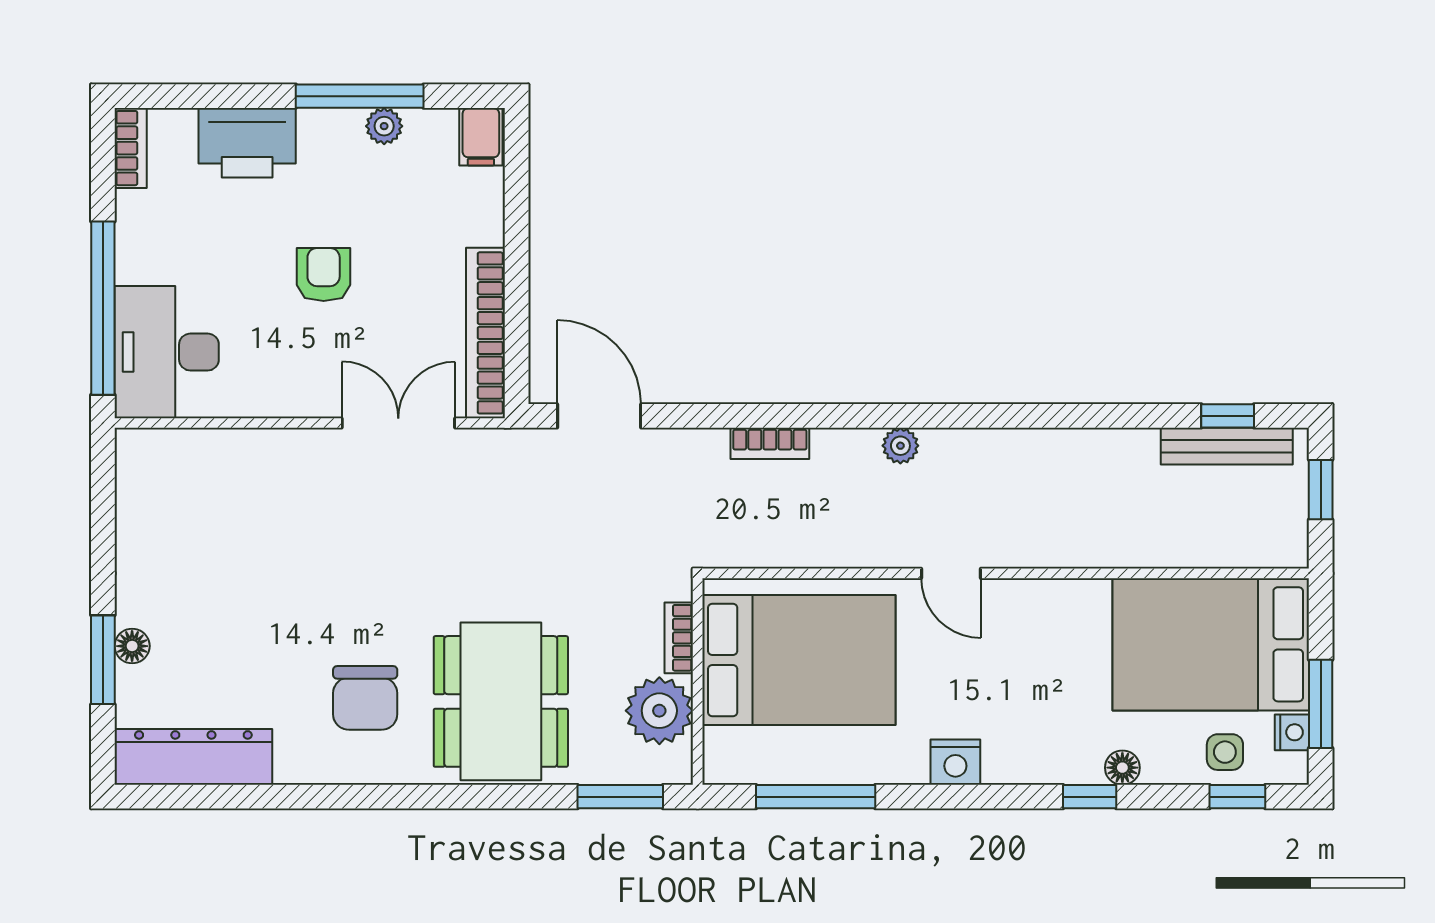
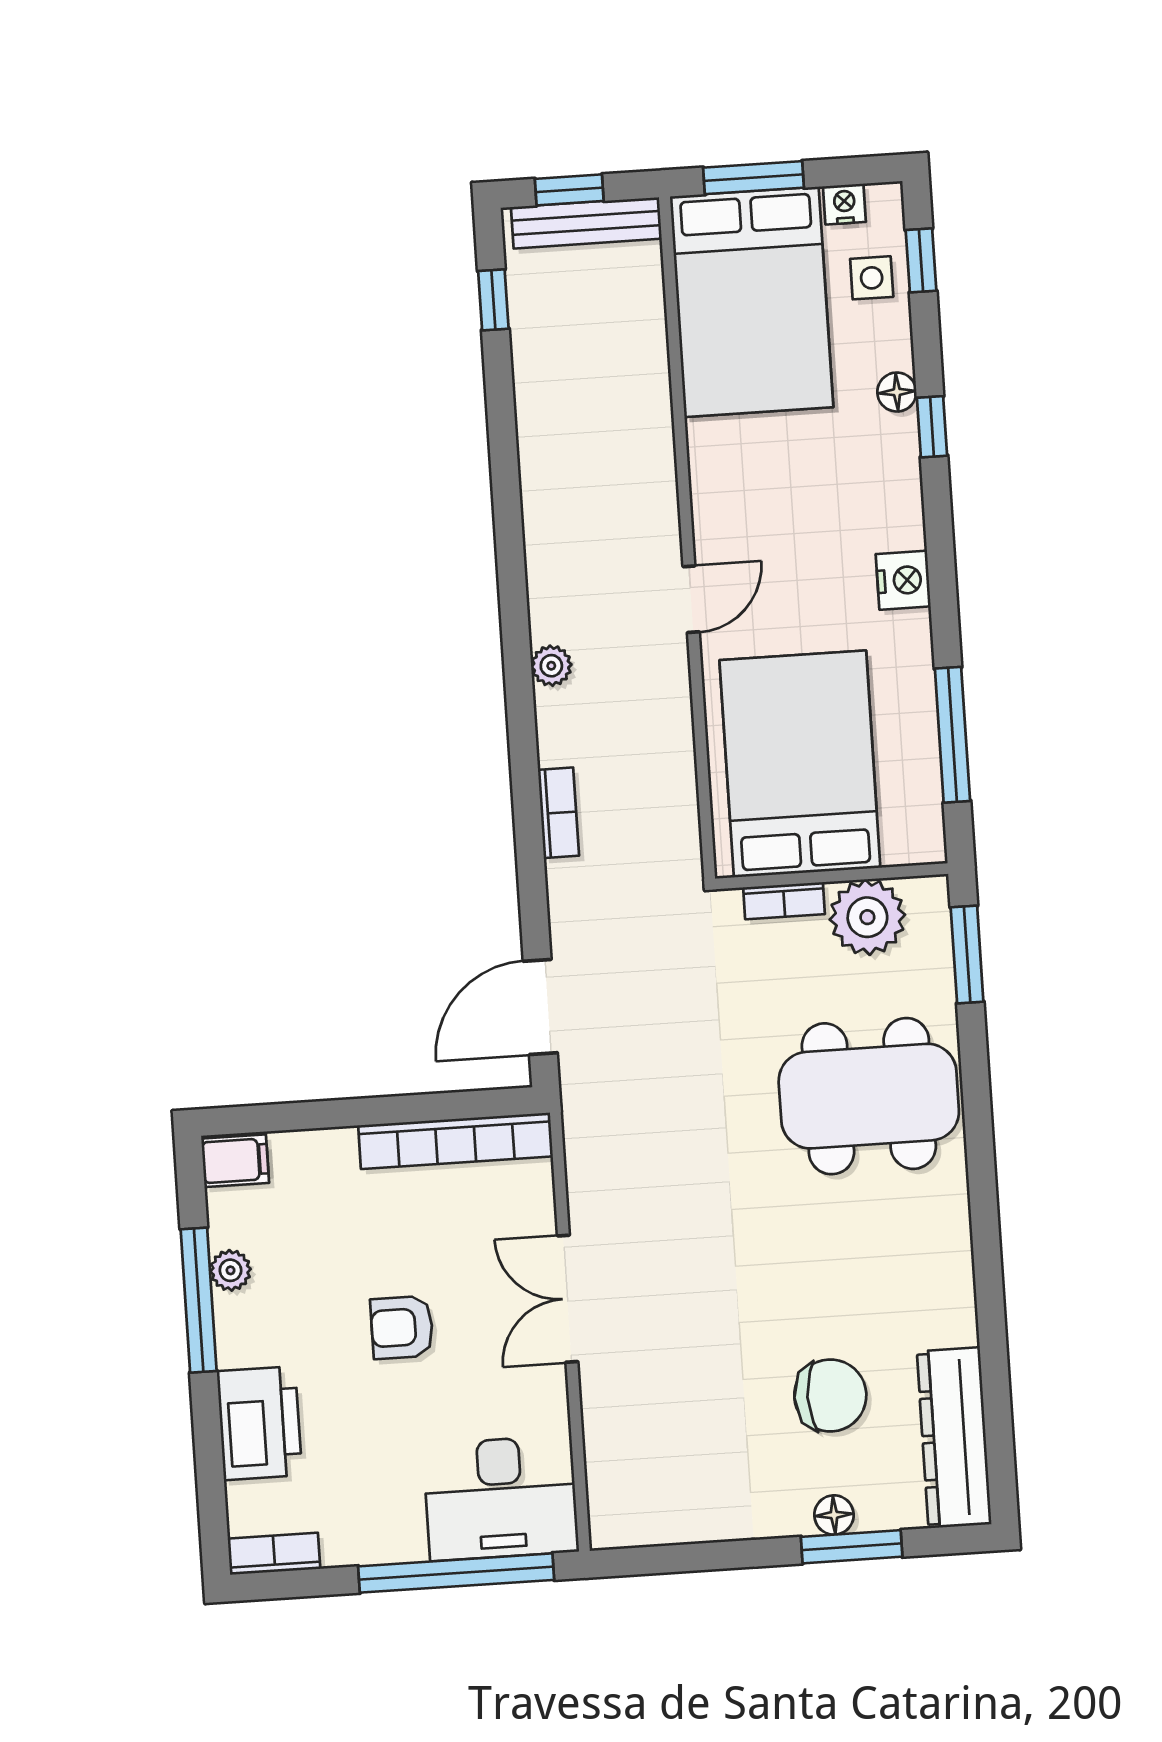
double door: (398, 423) -> (568, 1299), moved
bench: (1227, 446) -> (586, 223), moved, turned 90
chair: (365, 698) -> (830, 1395), moved
window: (1321, 704) -> (754, 178), moved

